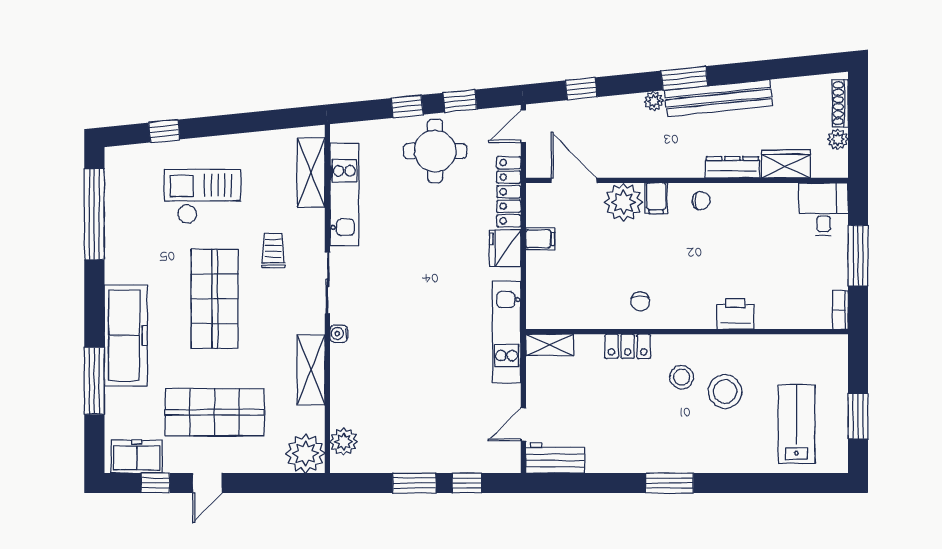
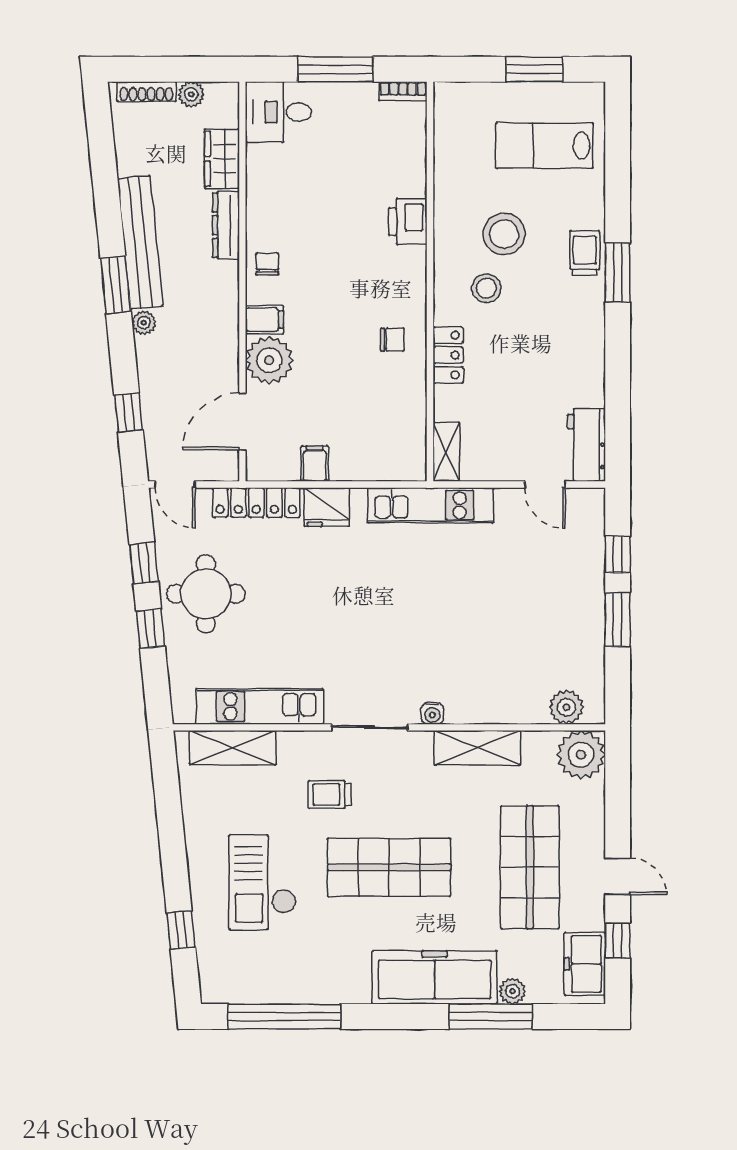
plant: (115, 398) -> (512, 991), added
trolley: (710, 457) -> (585, 253), added
window: (669, 483) -> (618, 272), moved

